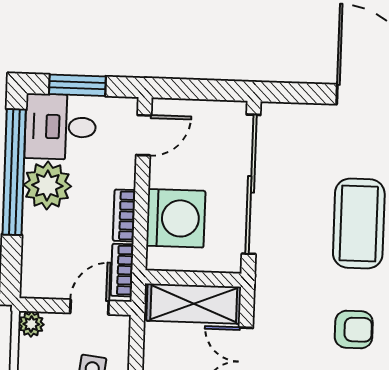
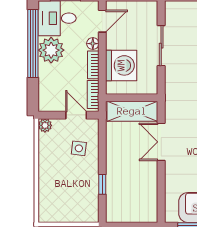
floor lamp: (125, 176) -> (93, 44), added
sliding door: (251, 184) -> (161, 46), width x0.54
door: (89, 307) -> (76, 115), hinge flipped

